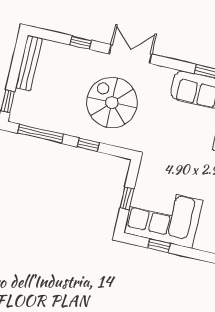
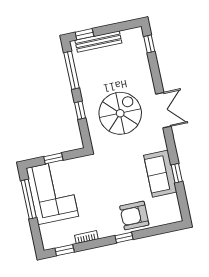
window: (81, 43) -> (149, 44), moved
bench: (29, 63) -> (98, 42), moved
window: (159, 246) -> (29, 199), width x2.17

